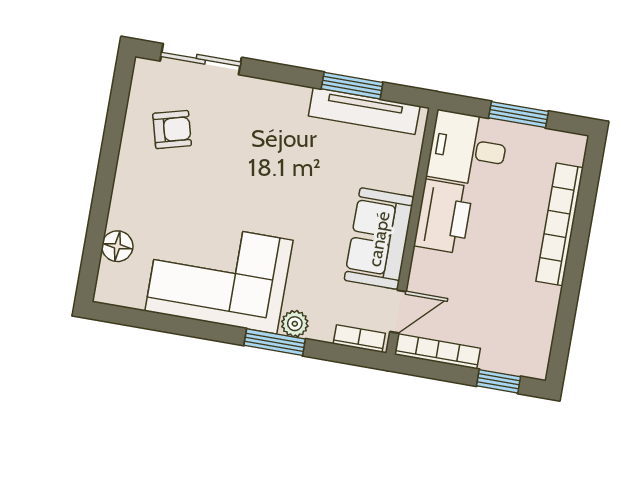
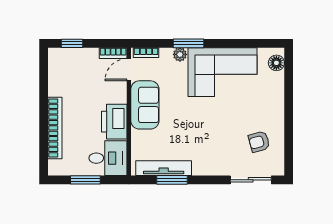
floor lamp: (117, 246) -> (276, 63), moved
bookcase: (437, 351) -> (113, 53), width x0.64

